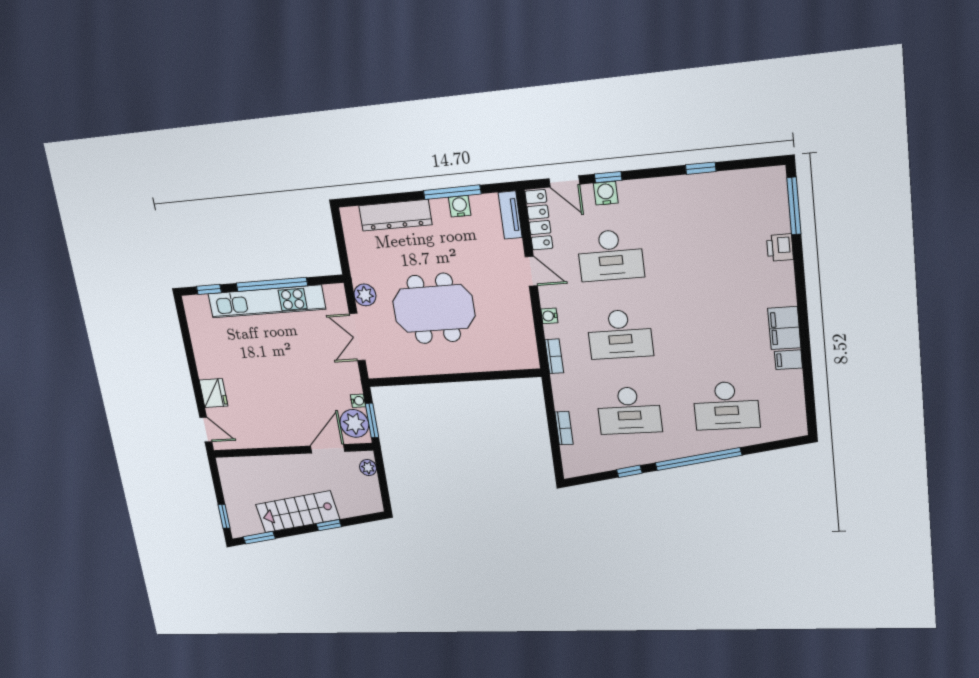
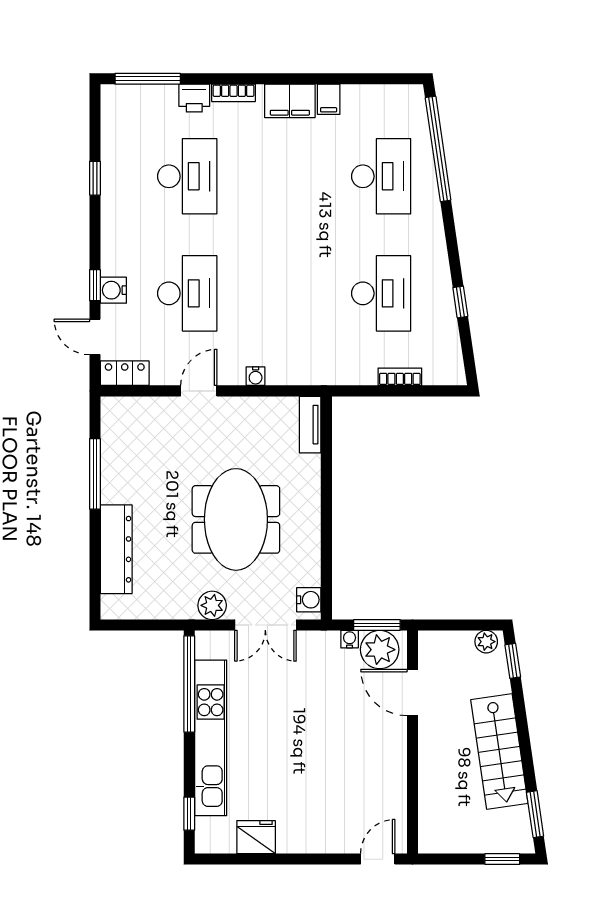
door: (564, 181) -> (95, 337), swing flipped
water cooler: (460, 206) -> (309, 600), moved, turned 180
tv unit: (510, 215) -> (310, 425), moved, turned 90
locker: (539, 220) -> (125, 373), width x0.66
window: (272, 284) -> (189, 684), moved
desk: (620, 334) -> (187, 176), moved
bookcase: (554, 356) -> (234, 93), moved, turned 180
fridge: (213, 393) -> (256, 837), moved
window: (698, 459) -> (438, 149), moved
plant: (368, 468) -> (486, 642), moved
window: (329, 525) -> (513, 661), moved

